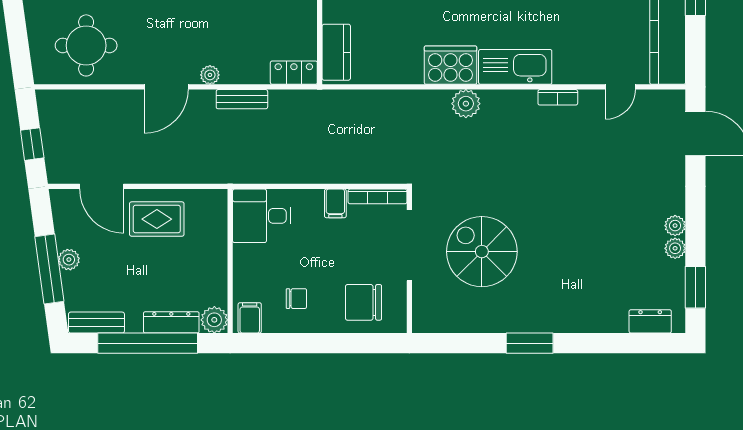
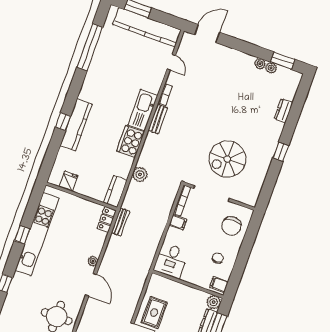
kitchen counter: (336, 52) -> (115, 192), moved, turned -90
bench: (242, 99) -> (120, 222), moved
bench: (509, 100) -> (158, 119), added
plant: (466, 104) -> (140, 174), moved
plant: (675, 226) -> (271, 68), moved
dresser: (650, 321) -> (283, 111), moved
window: (530, 343) -> (281, 152), width x0.67

